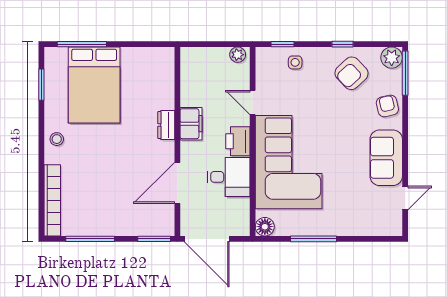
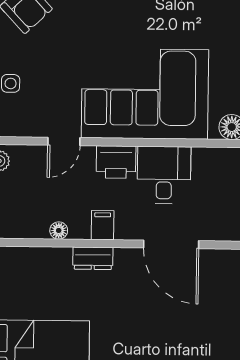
floor lamp: (187, 99) -> (59, 230), added
filing cabinet: (191, 124) -> (103, 225), width x0.50

